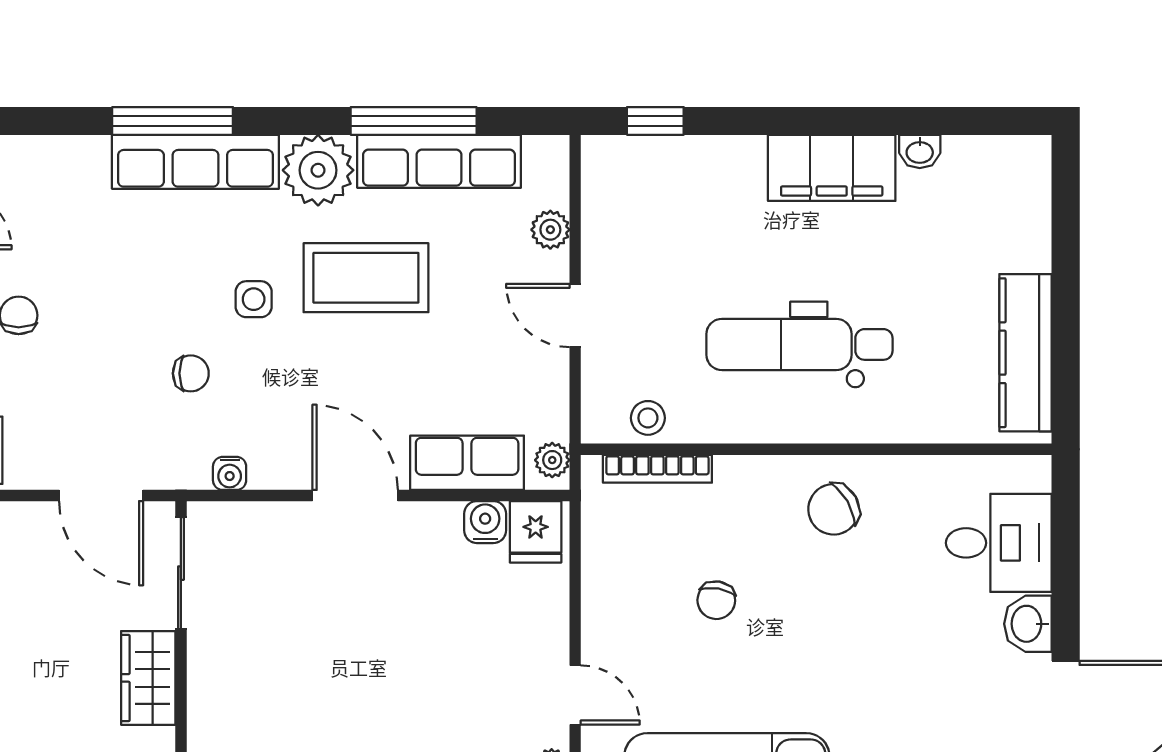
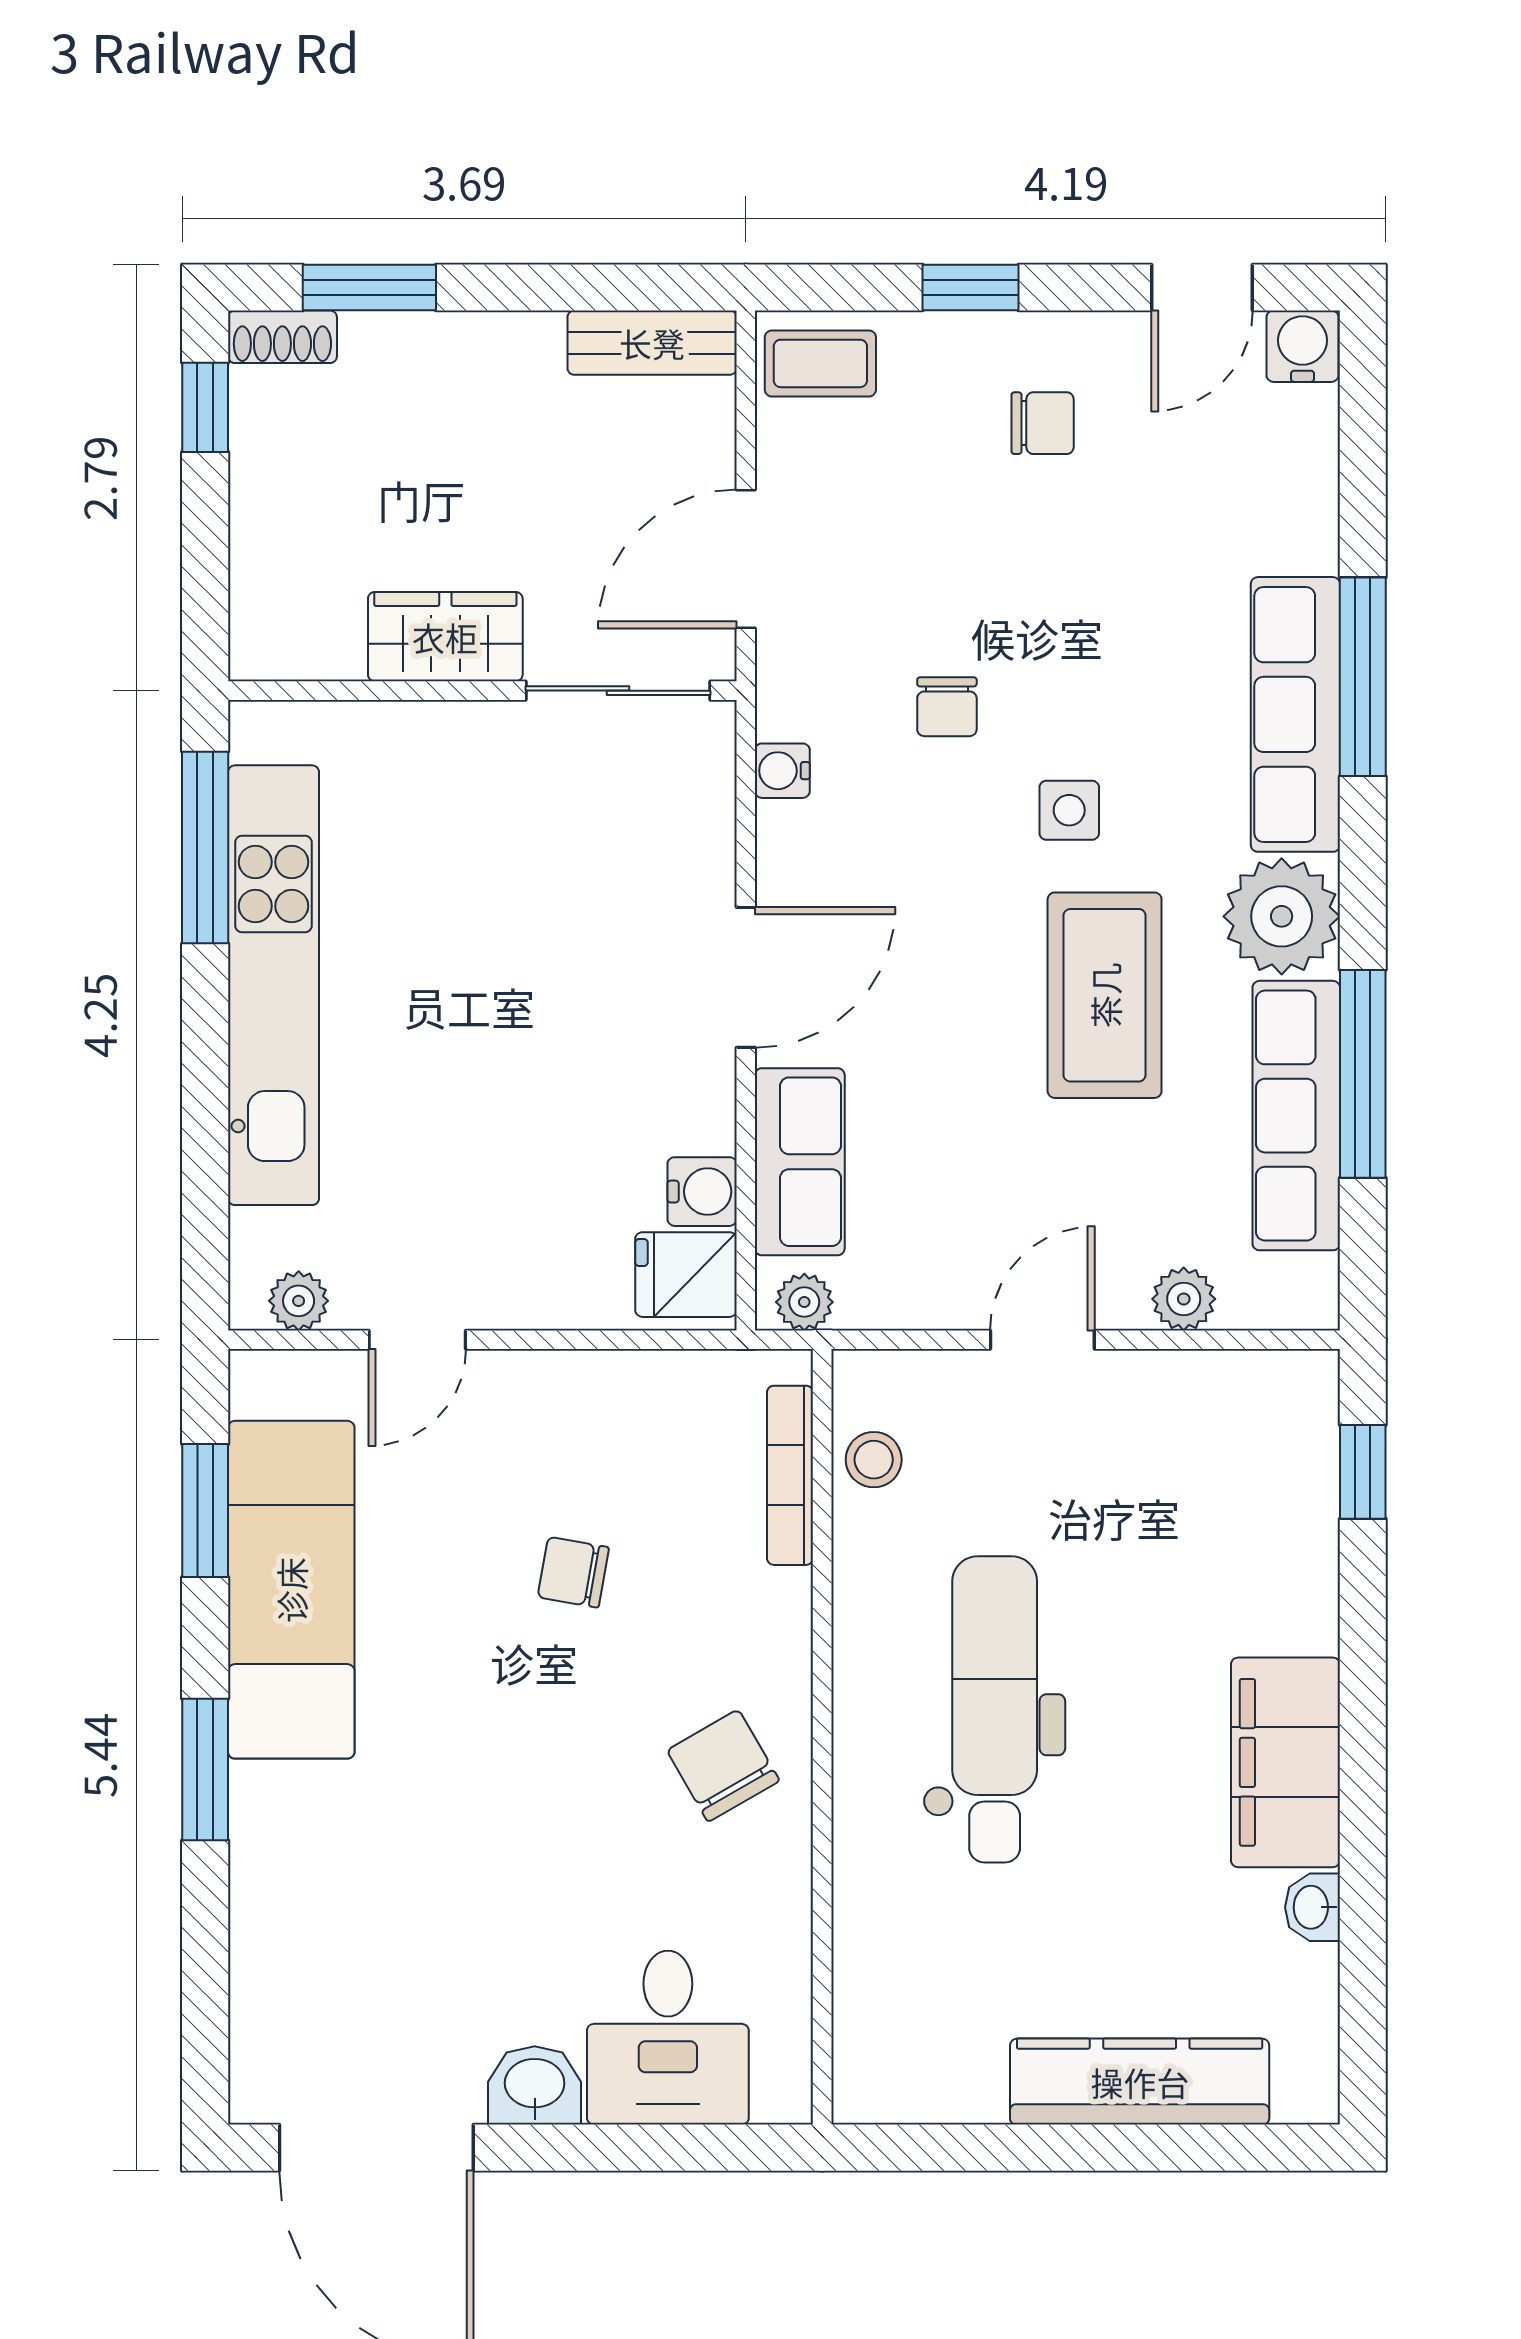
kitchen counter: (1026, 353) -> (1140, 2082), moved

